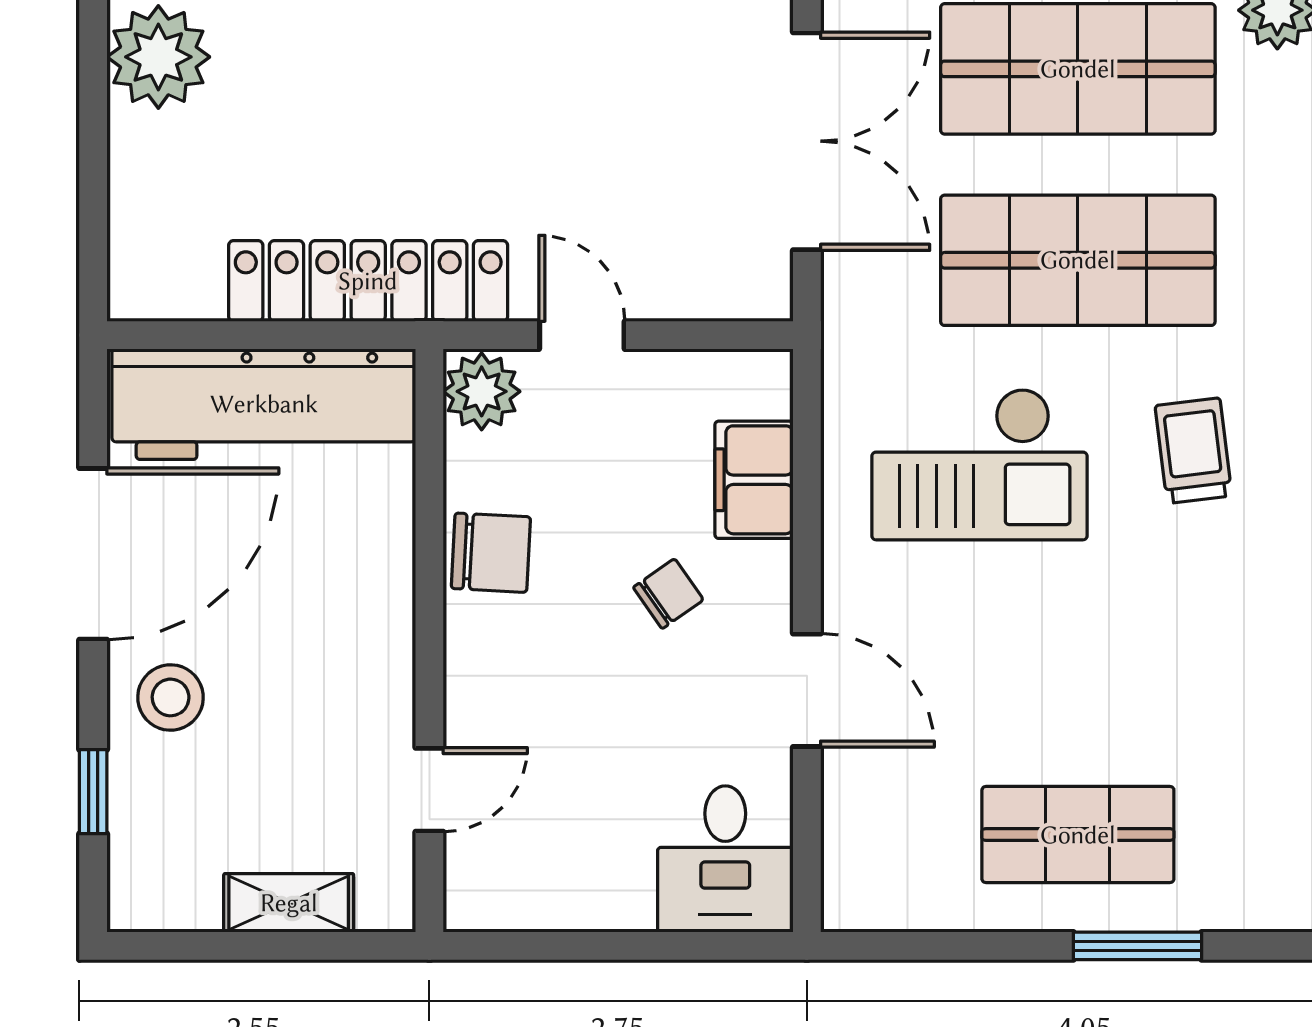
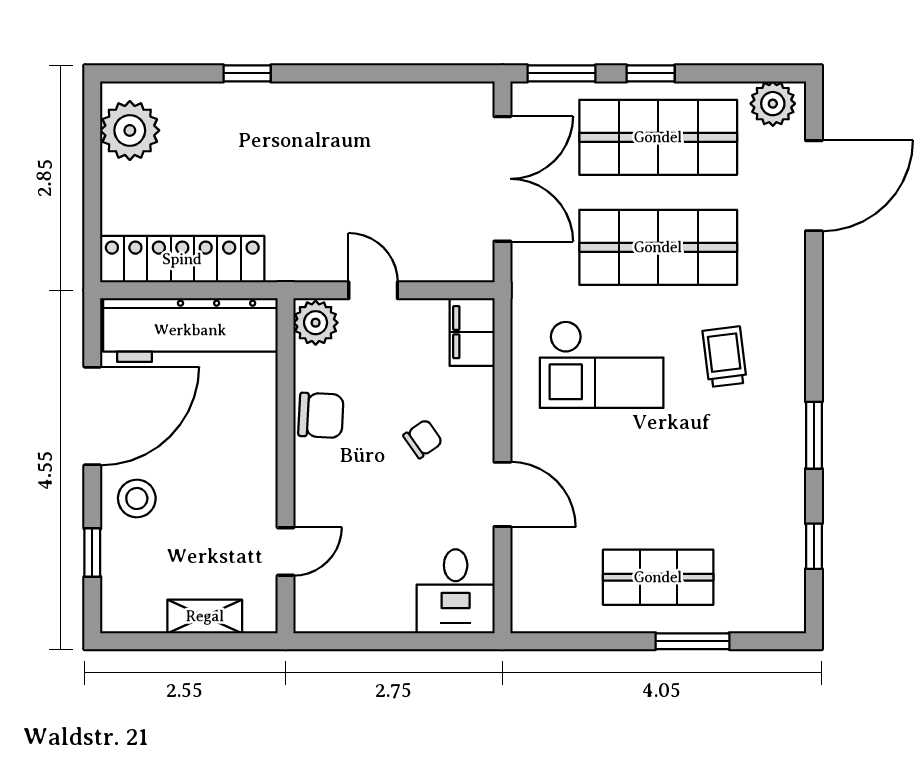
locker: (368, 281) -> (182, 259), moved
filing cabinet: (754, 480) -> (472, 332), moved

